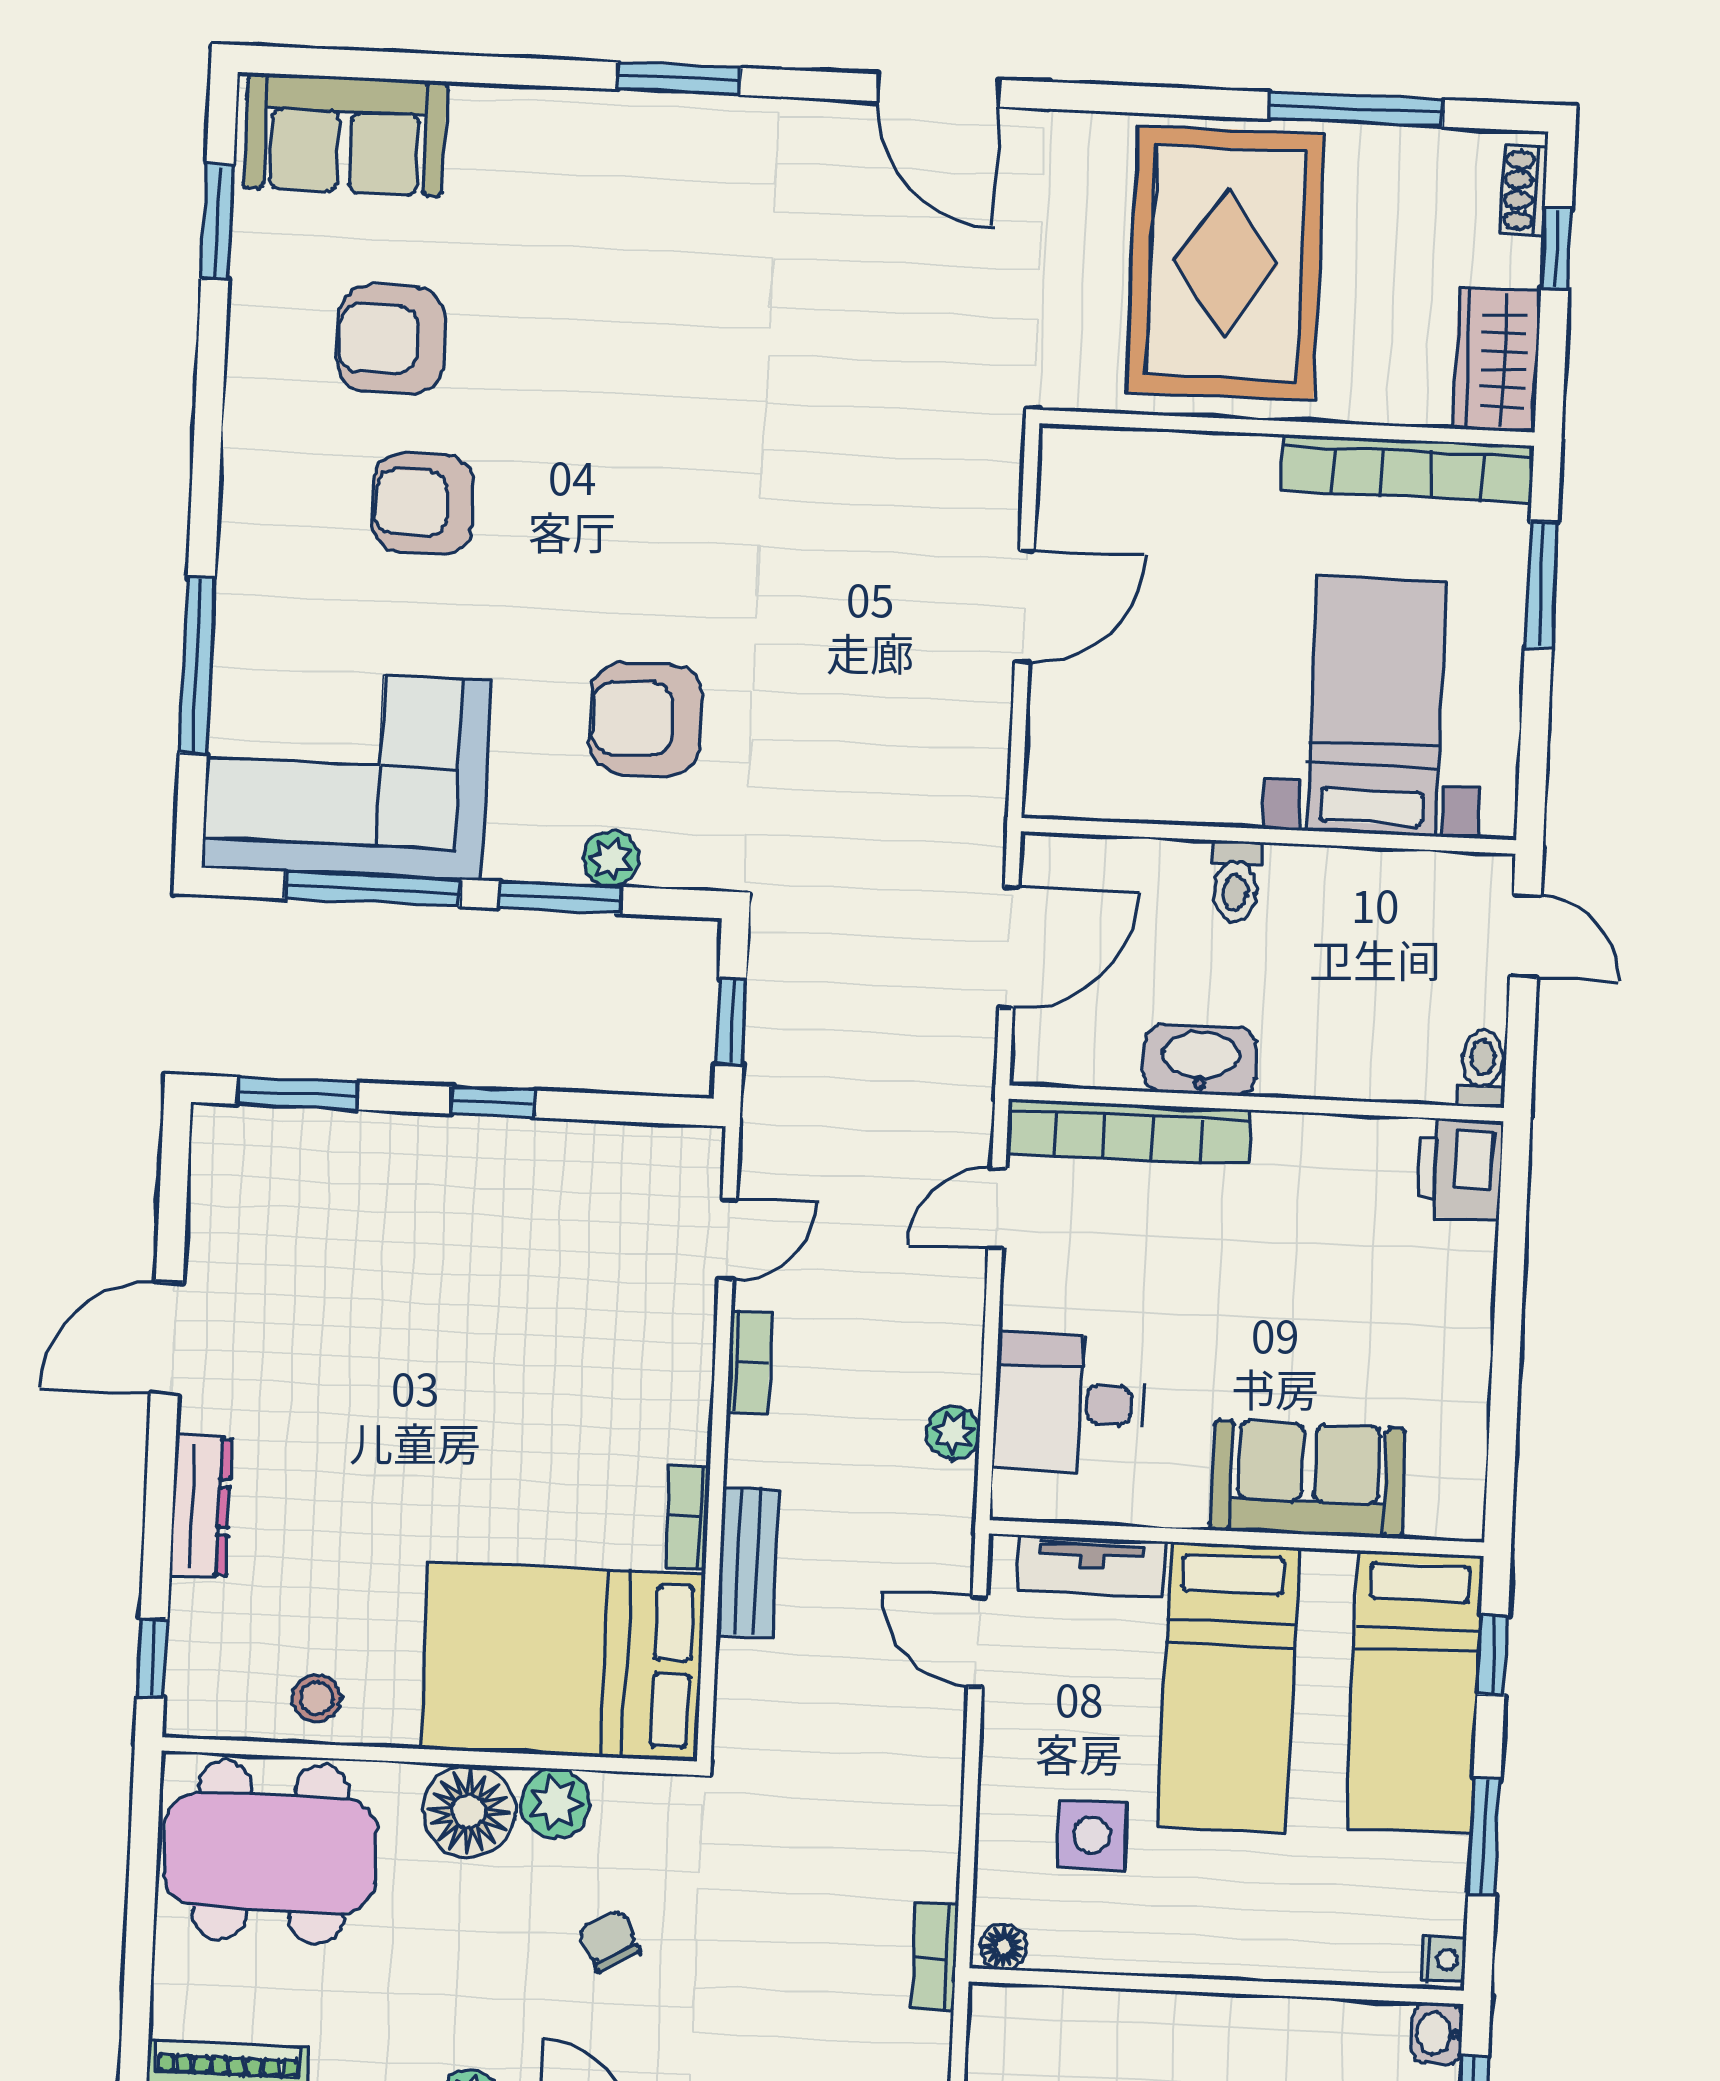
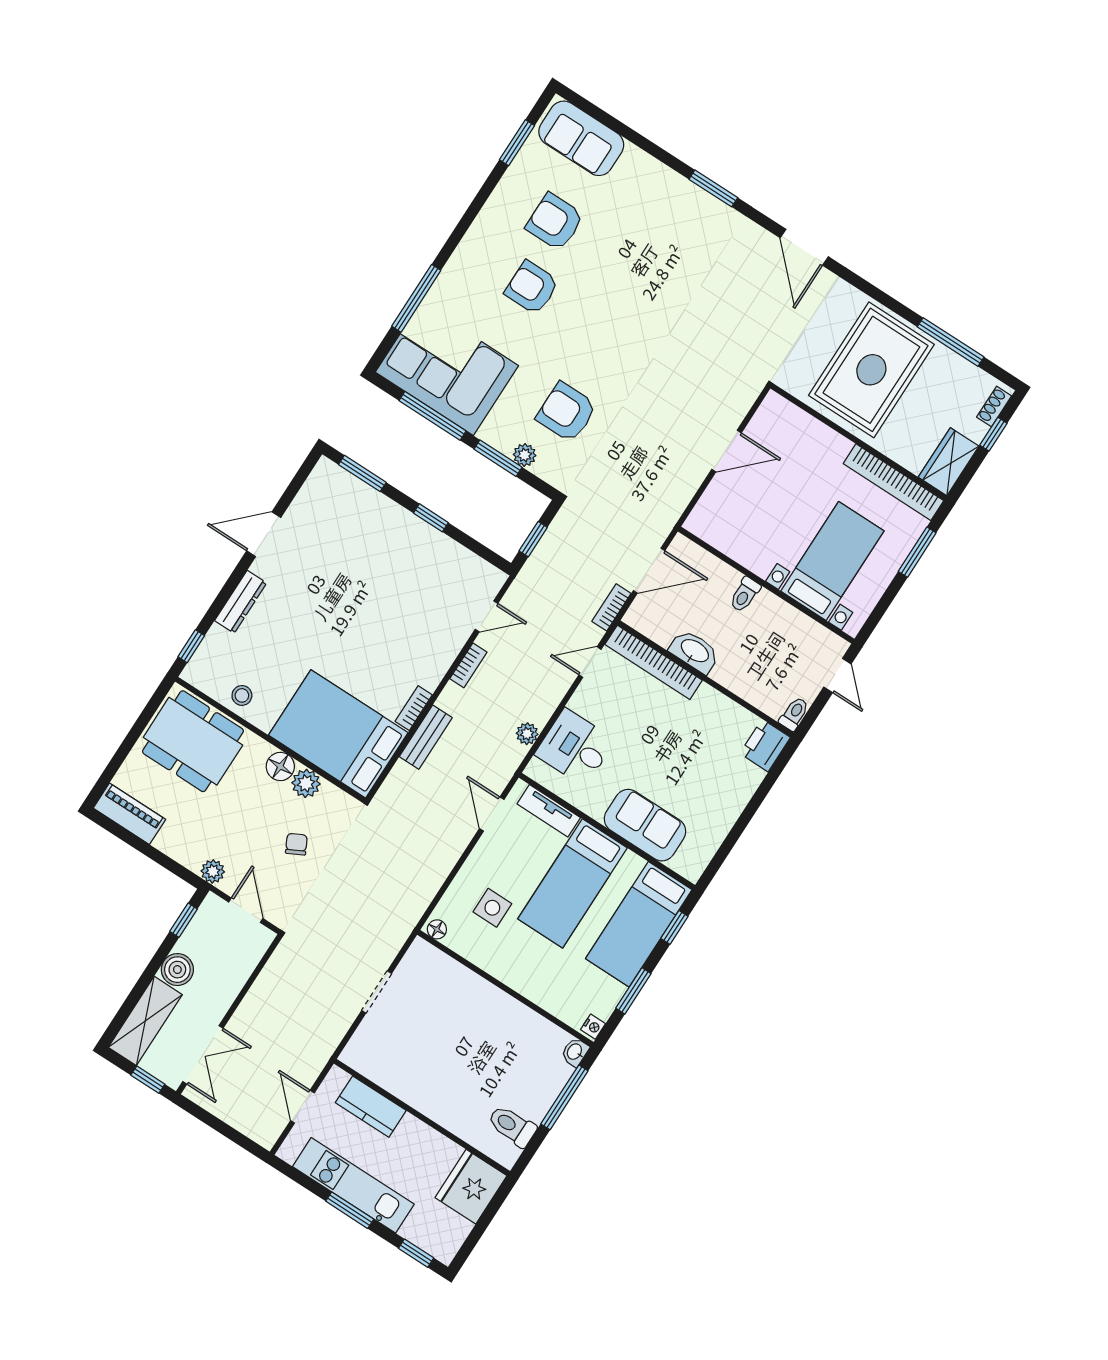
floor lamp: (469, 1811) -> (280, 766), width x0.73, depth x0.73
bookcase: (935, 1957) -> (611, 607), moved

